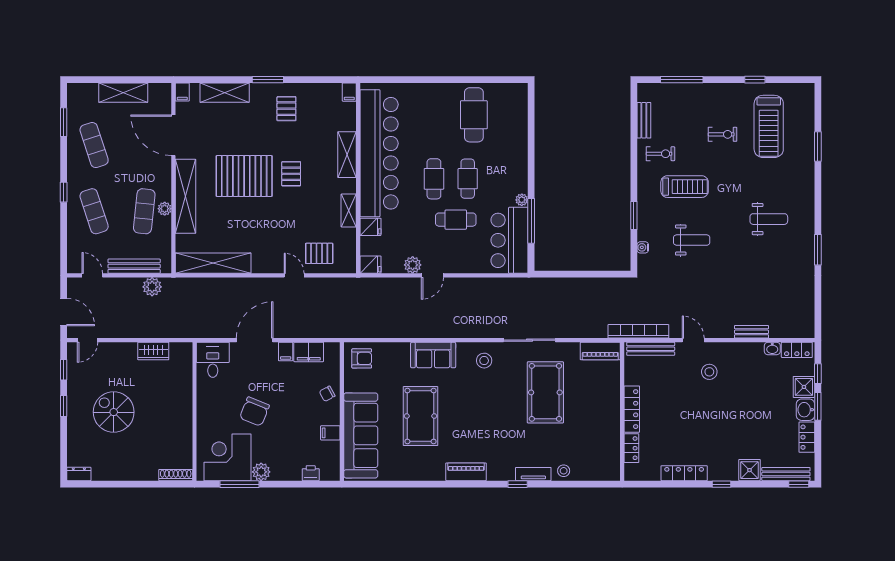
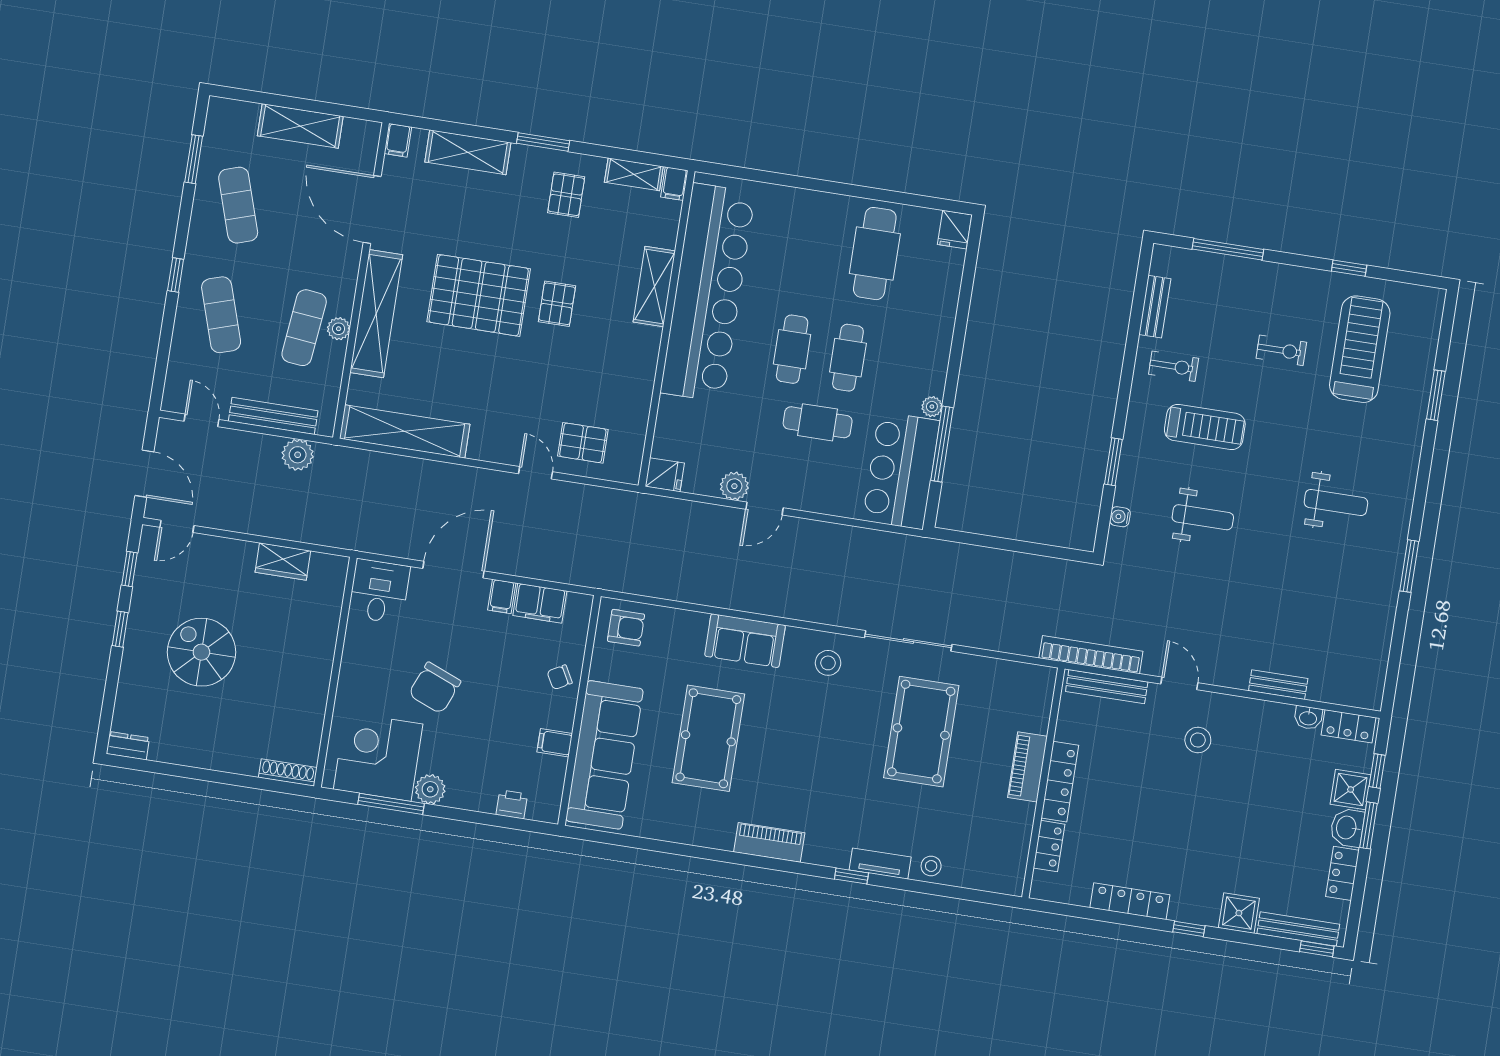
treadmill: (769, 126) -> (1360, 349), turned 180
shelving: (349, 210) -> (634, 174), moved, turned 90
fridge: (370, 227) -> (955, 230), moved, turned 90
piano: (600, 351) -> (1027, 767), moved, turned 90

